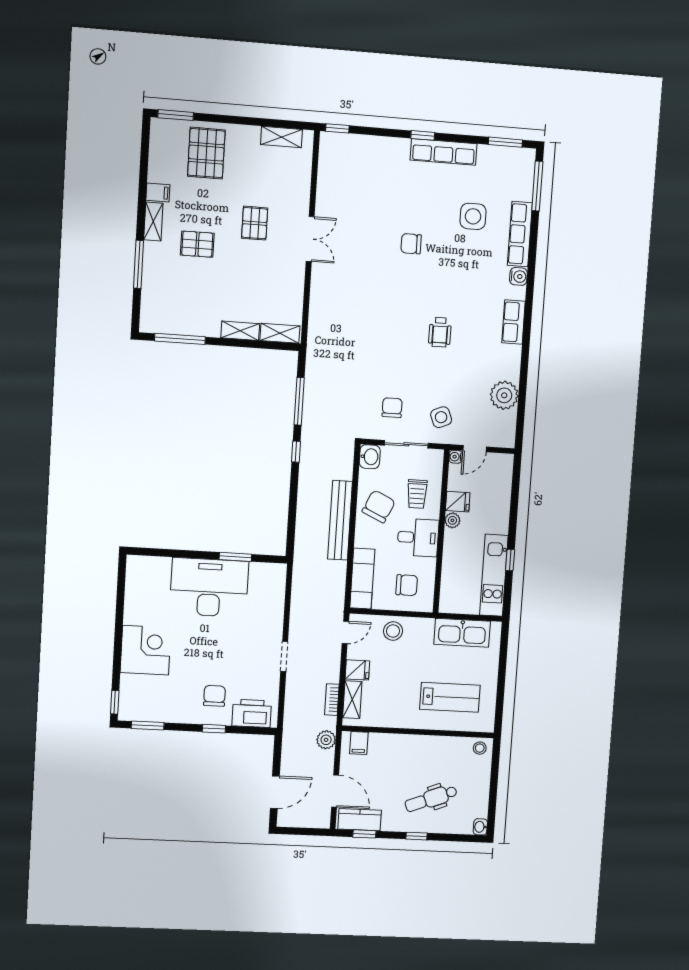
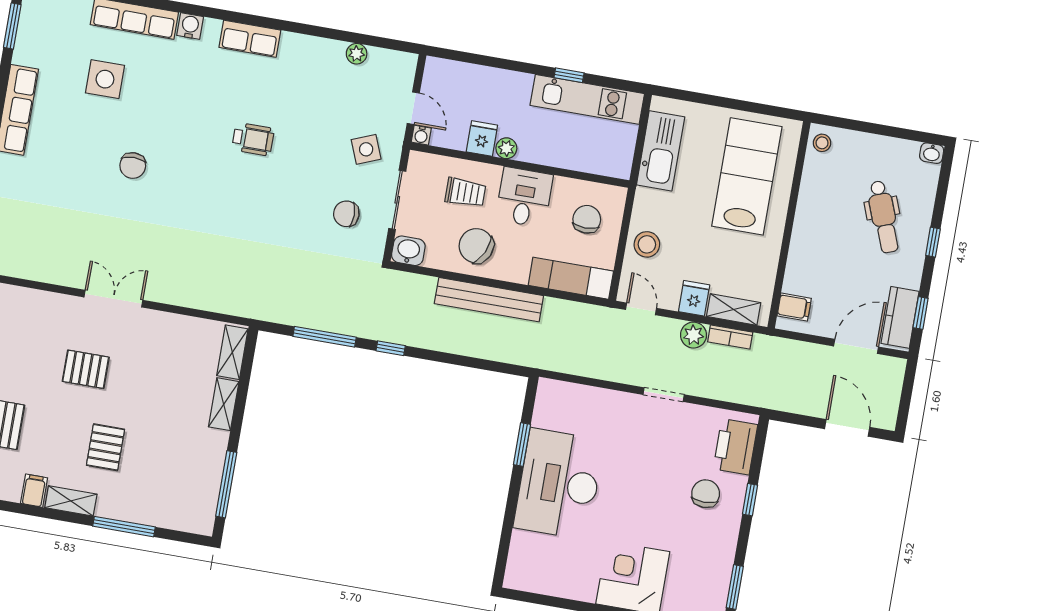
plant: (504, 395) -> (357, 54), width x0.53, depth x0.53
chair: (214, 696) -> (706, 494), turned 90
lab bench: (450, 697) -> (747, 176), width x1.36, depth x1.39
plant: (326, 740) -> (693, 335), moved

